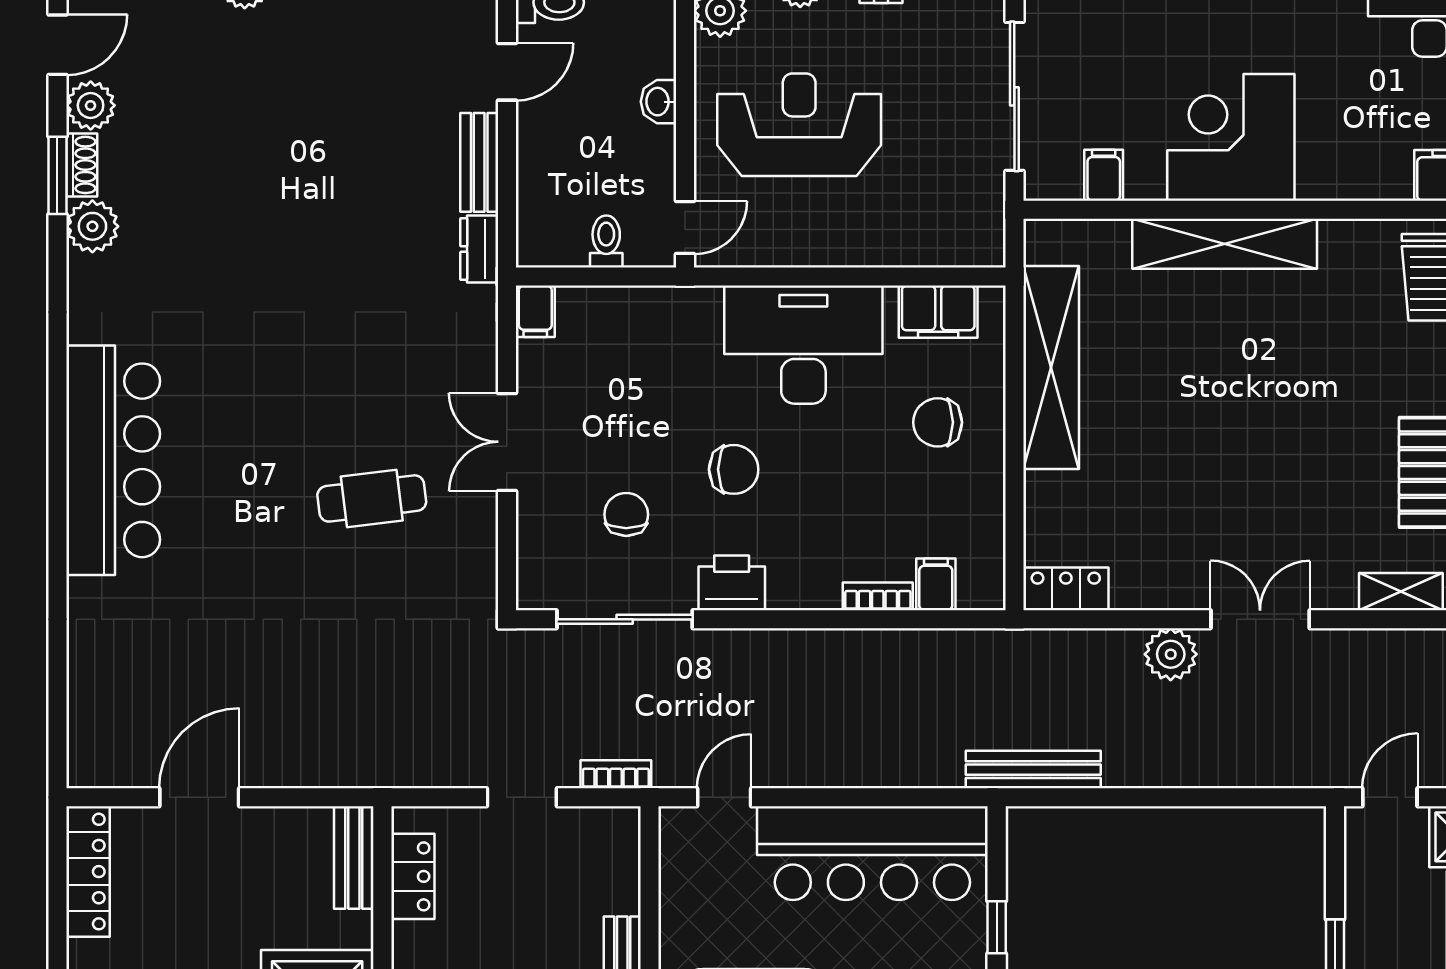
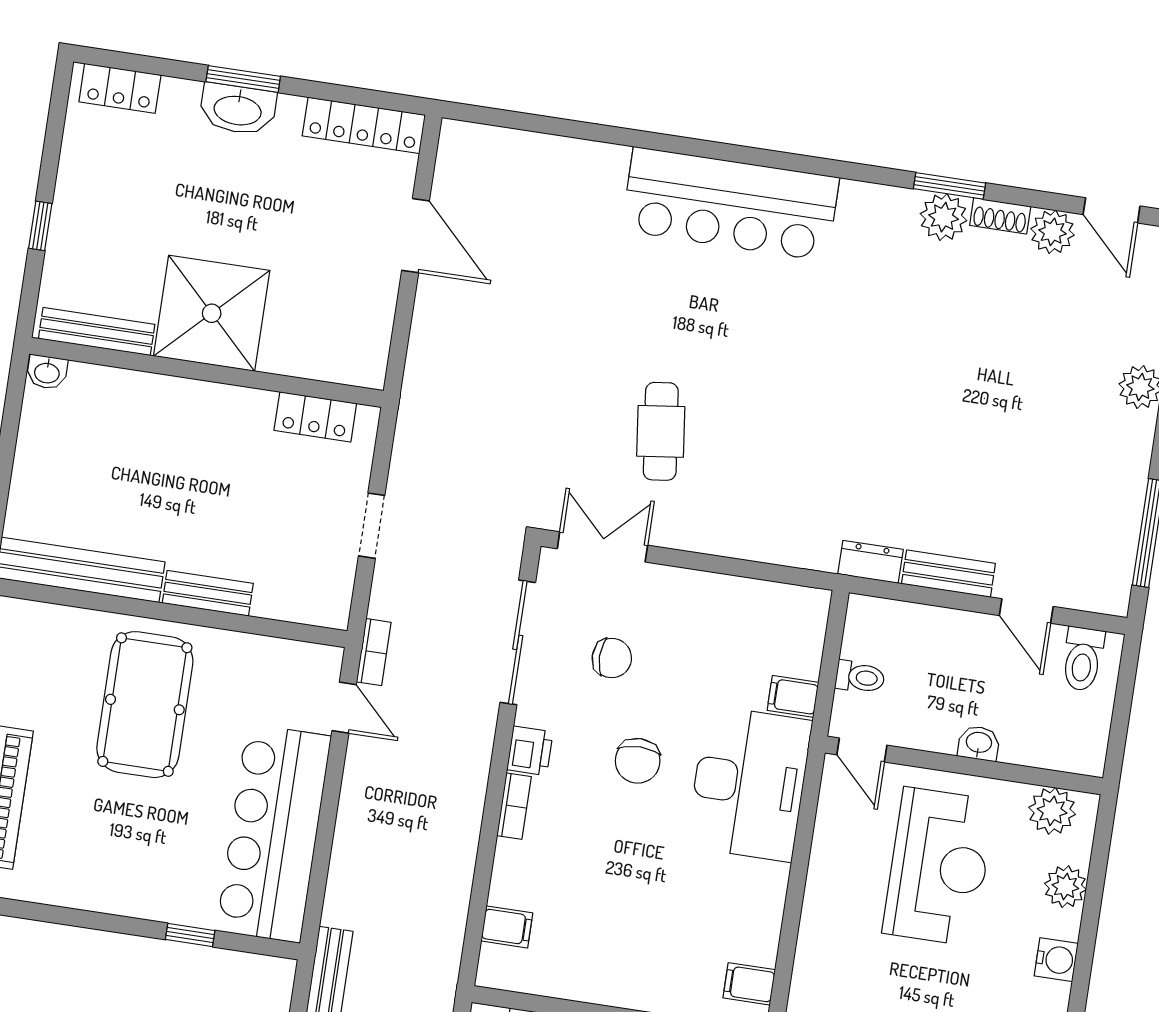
window: (57, 175) -> (950, 186), moved
filing cabinet: (535, 311) -> (793, 696), moved
filing cabinet: (938, 312) -> (749, 984), width x0.50
desk: (803, 345) -> (749, 784), moved
chair: (938, 422) -> (652, 951), removed
double door: (507, 442) -> (602, 547), moved
printer: (732, 583) -> (530, 751), width x0.73, depth x0.81
bookcase: (878, 596) -> (514, 806), moved
bookcase: (616, 774) -> (374, 652), moved
bench: (354, 858) -> (340, 366), removed

